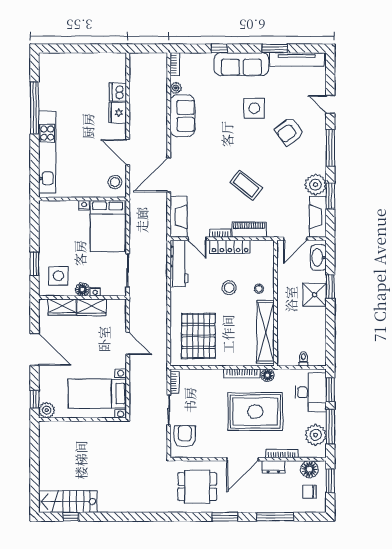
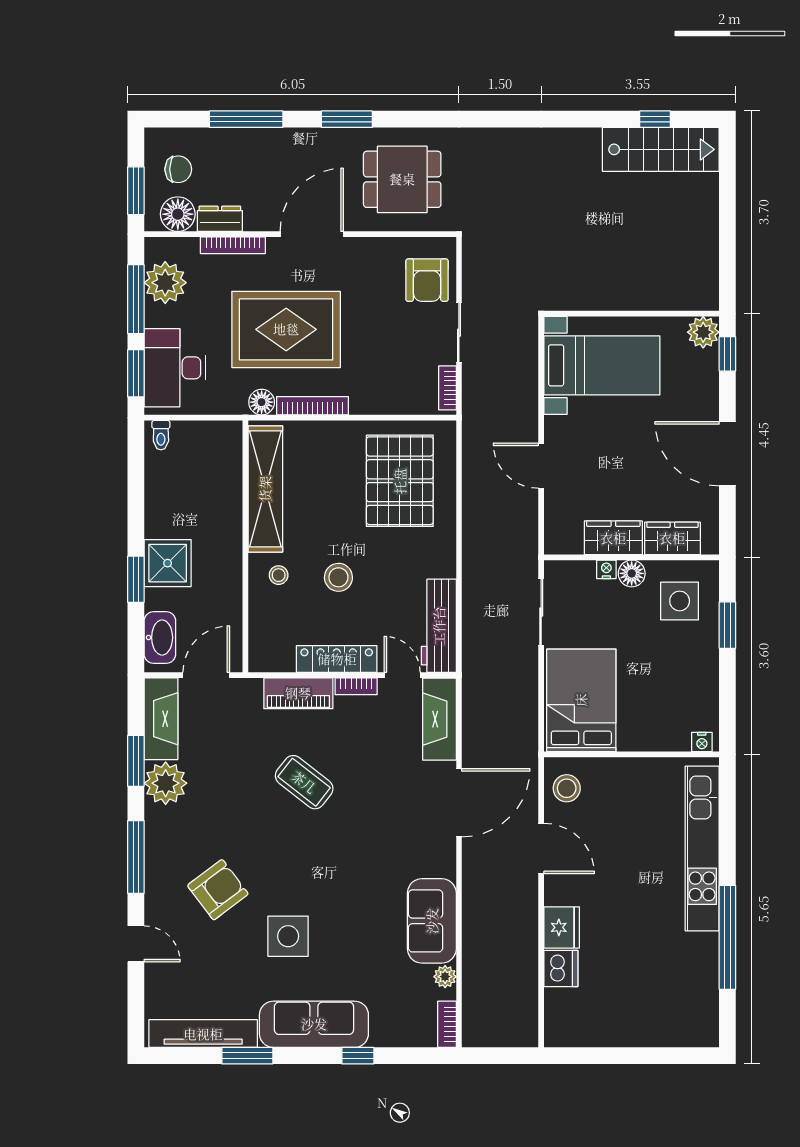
nightstand: (84, 205) -> (702, 742), moved
toilet: (303, 359) -> (161, 435), moved
dresser: (273, 467) -> (220, 219), moved

